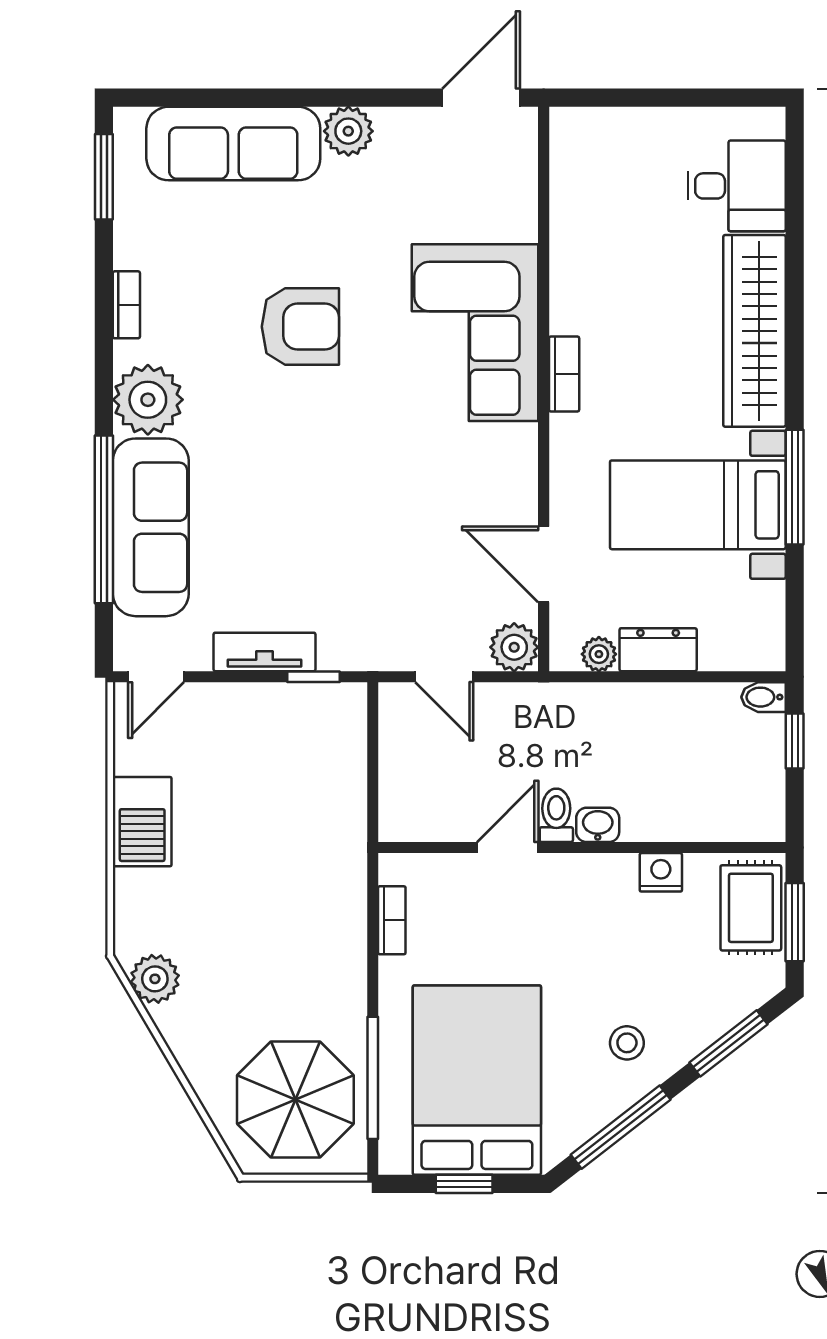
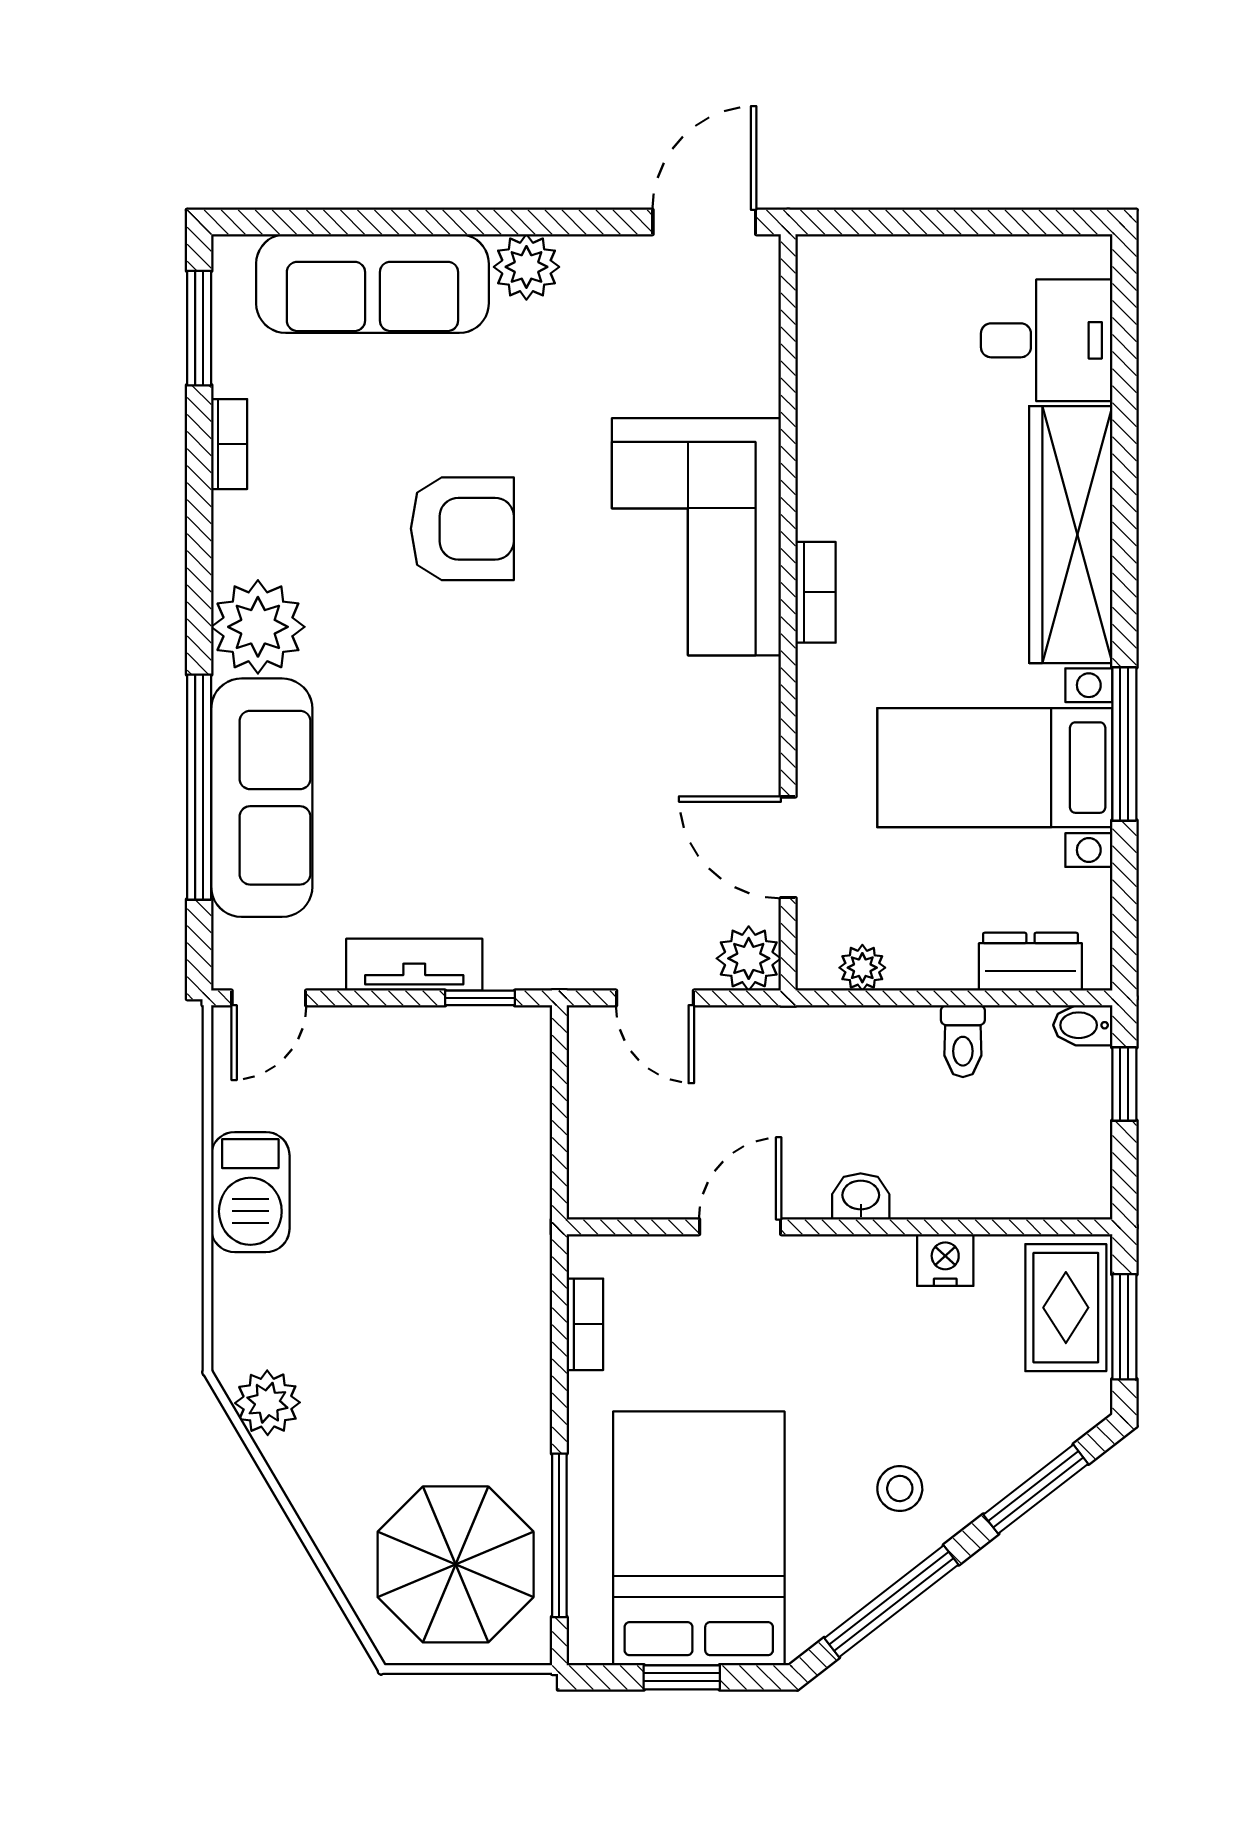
bookcase: (126, 305) -> (229, 444), moved
dresser: (658, 650) -> (1030, 962), moved
toilet: (556, 815) -> (963, 1041), moved, turned 180

